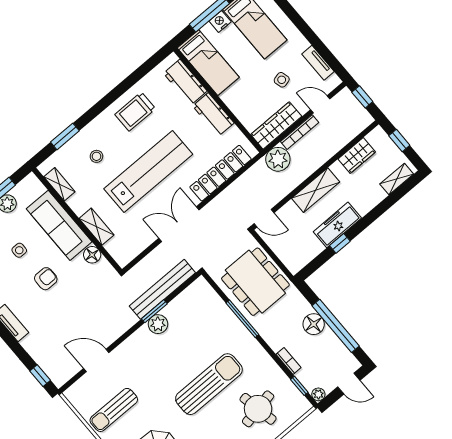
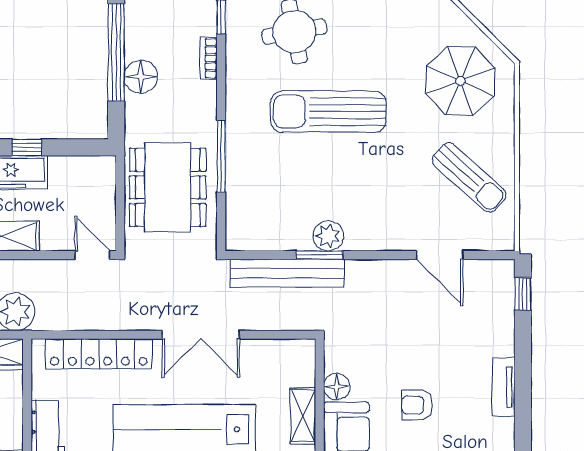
sun lounger: (114, 410) -> (469, 178), turned 42

